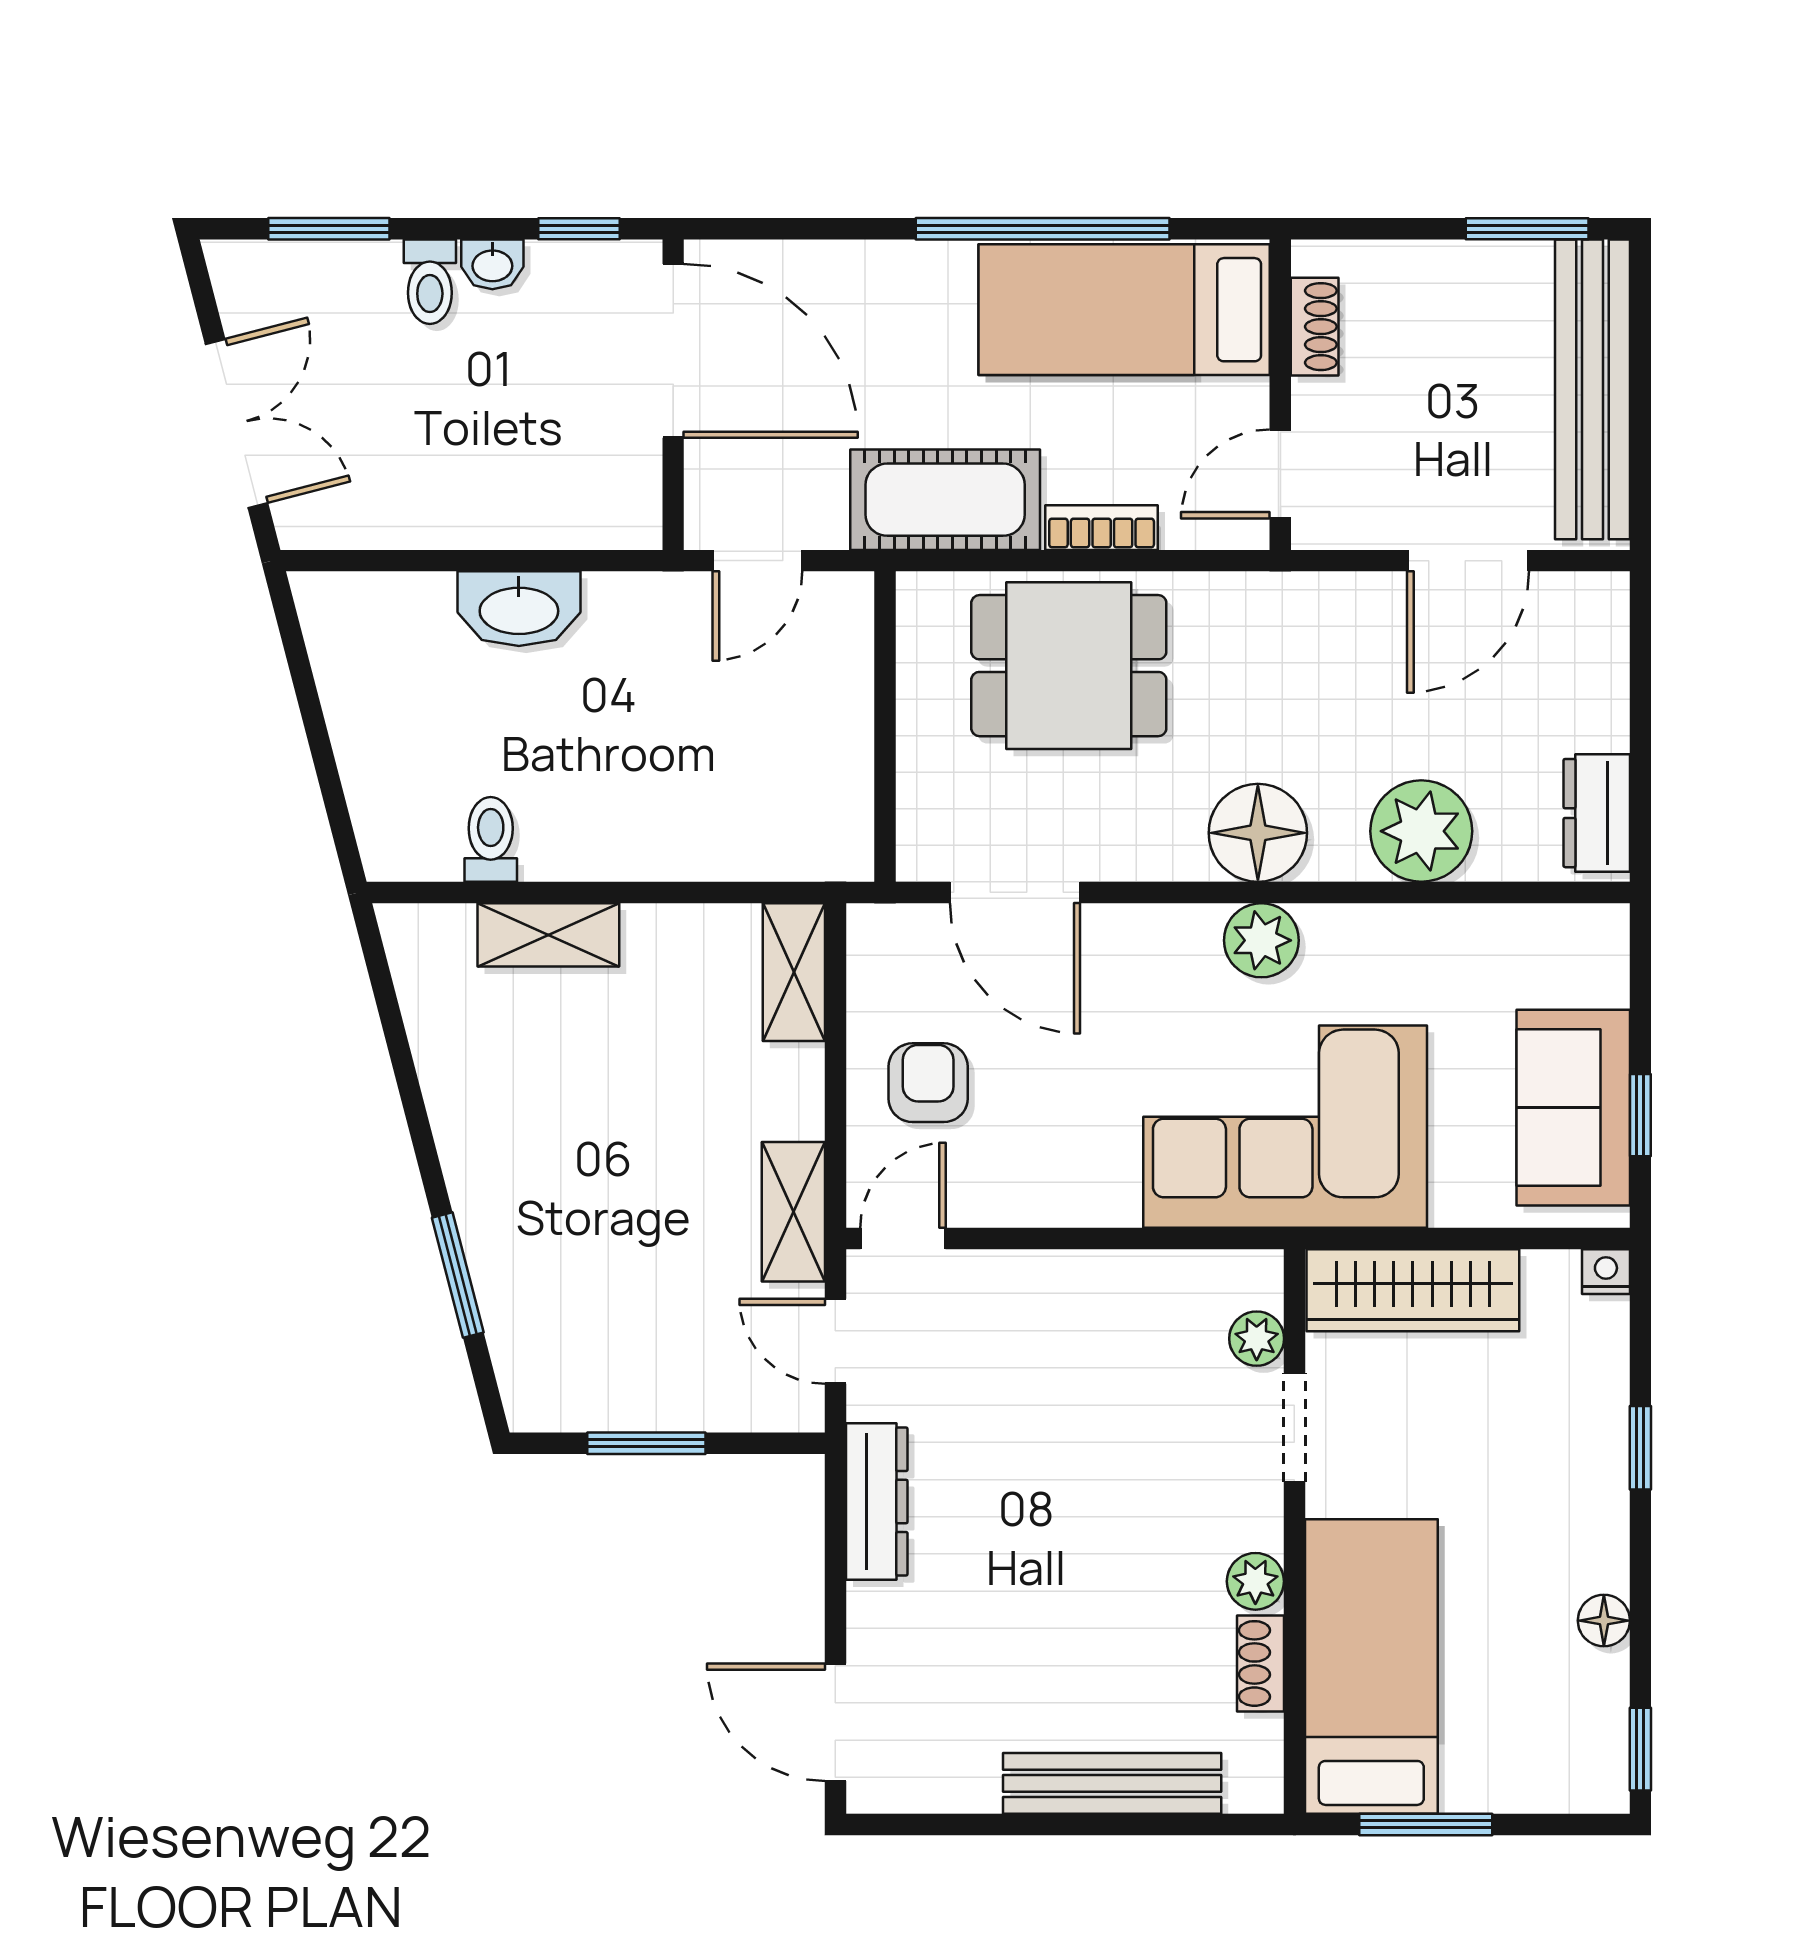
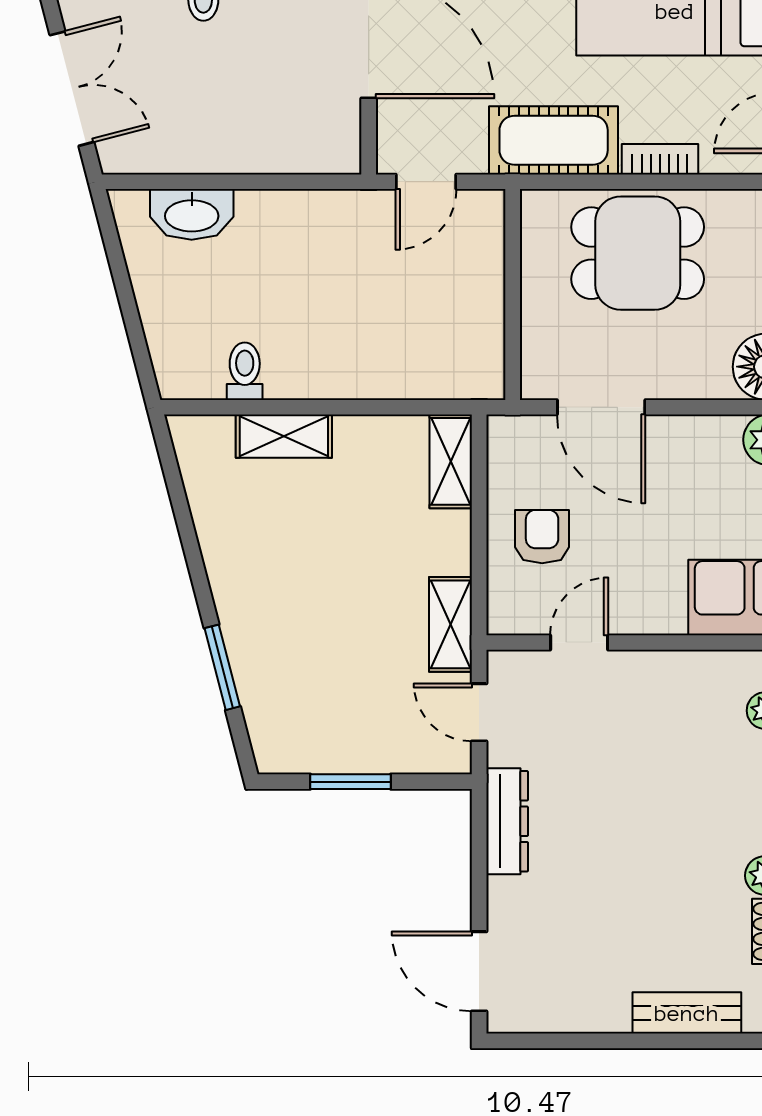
washbasin: (519, 609) -> (192, 214), moved
door: (903, 1238) -> (579, 642), moved
bench: (1112, 1783) -> (687, 1013), width x0.73

